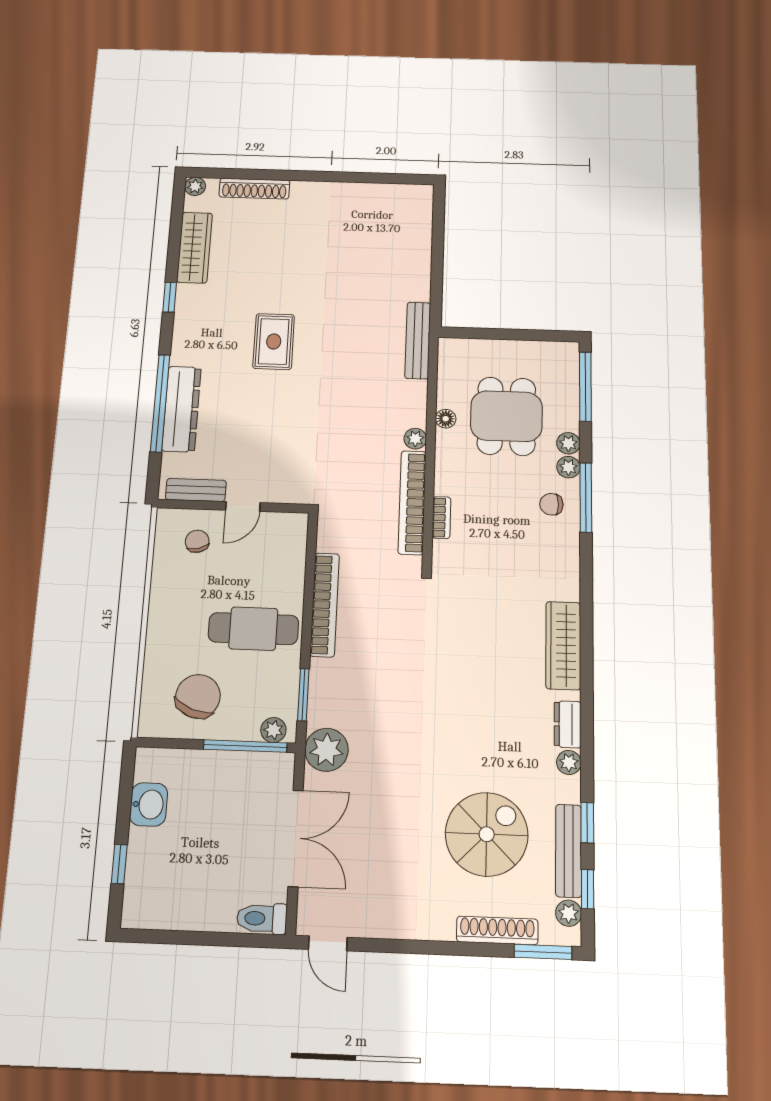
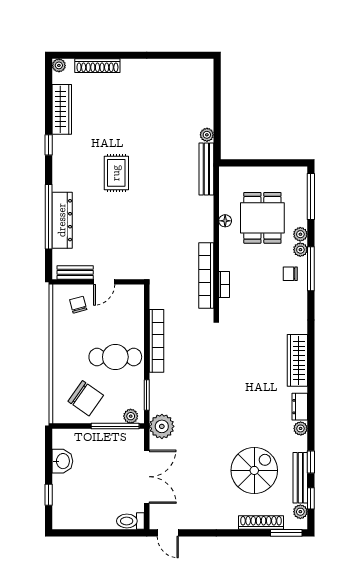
plant: (415, 439) -> (207, 135), moved
chair: (198, 696) -> (86, 398), turned 105

